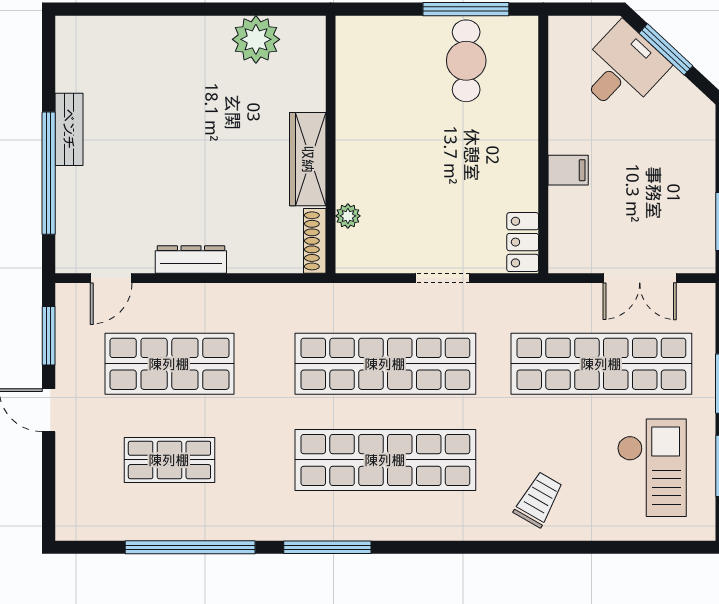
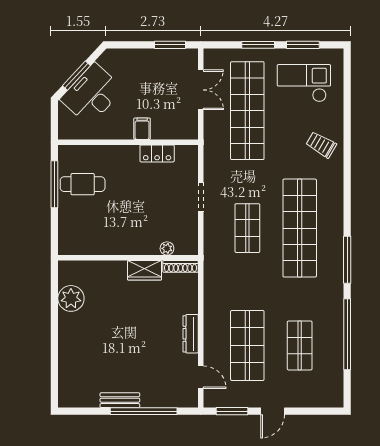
desk: (622, 69) -> (92, 94), width x1.37
wardrobe: (308, 159) -> (145, 270), width x0.67
locker: (523, 242) -> (157, 153), moved
shop shelf: (385, 364) -> (247, 228), width x0.50, depth x0.74

